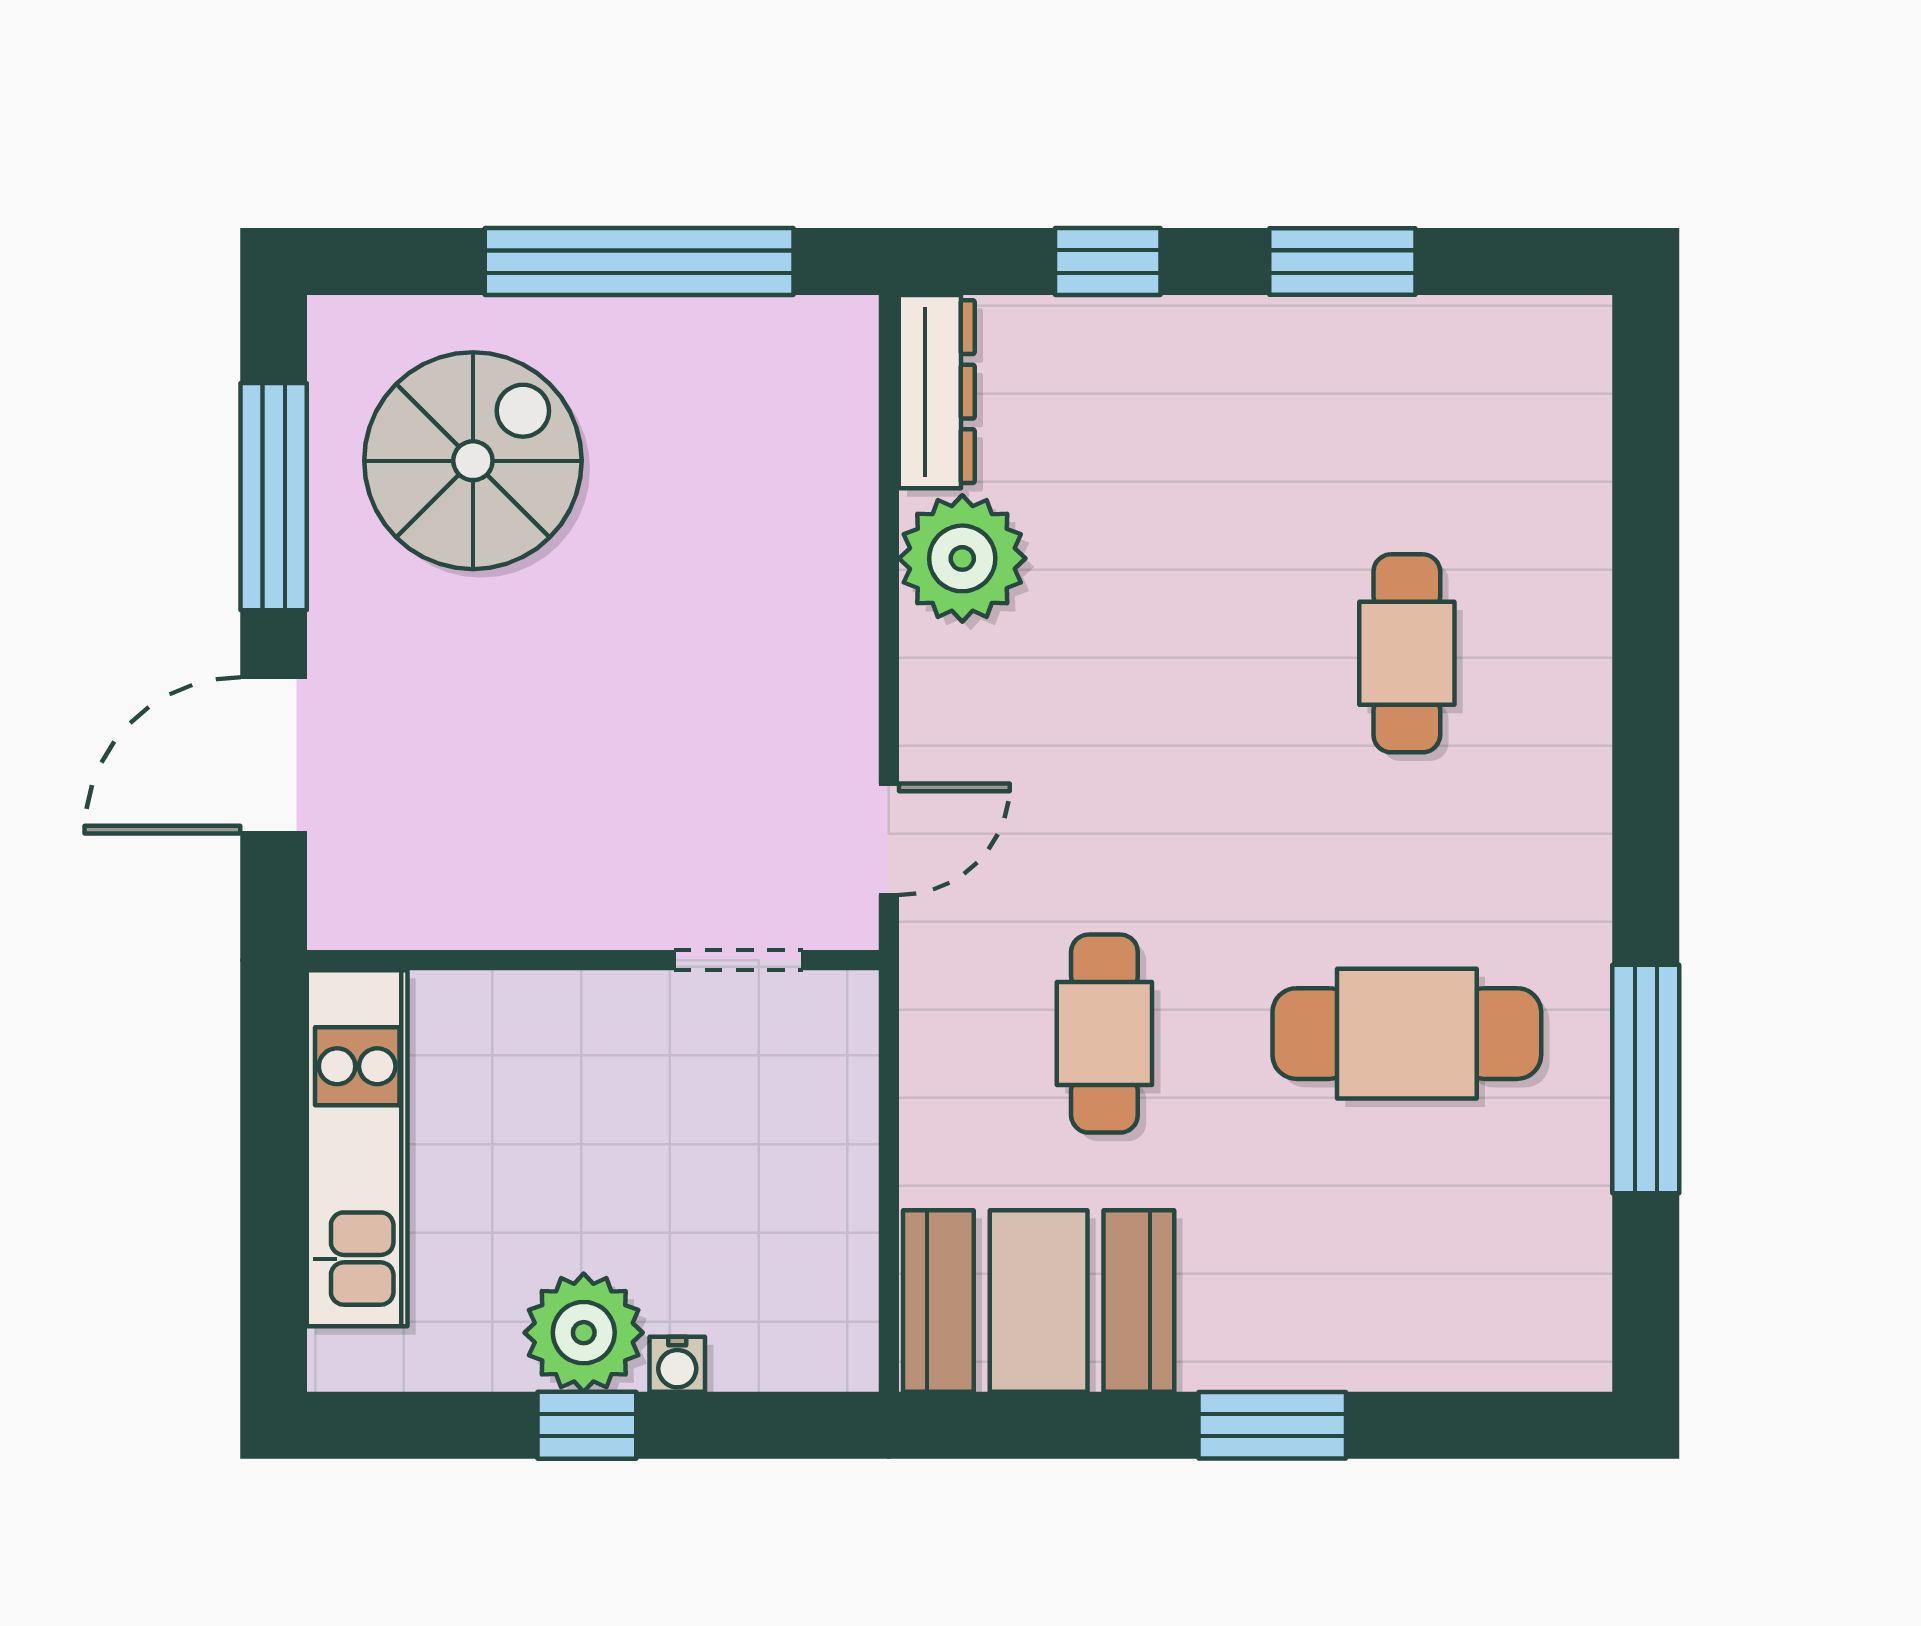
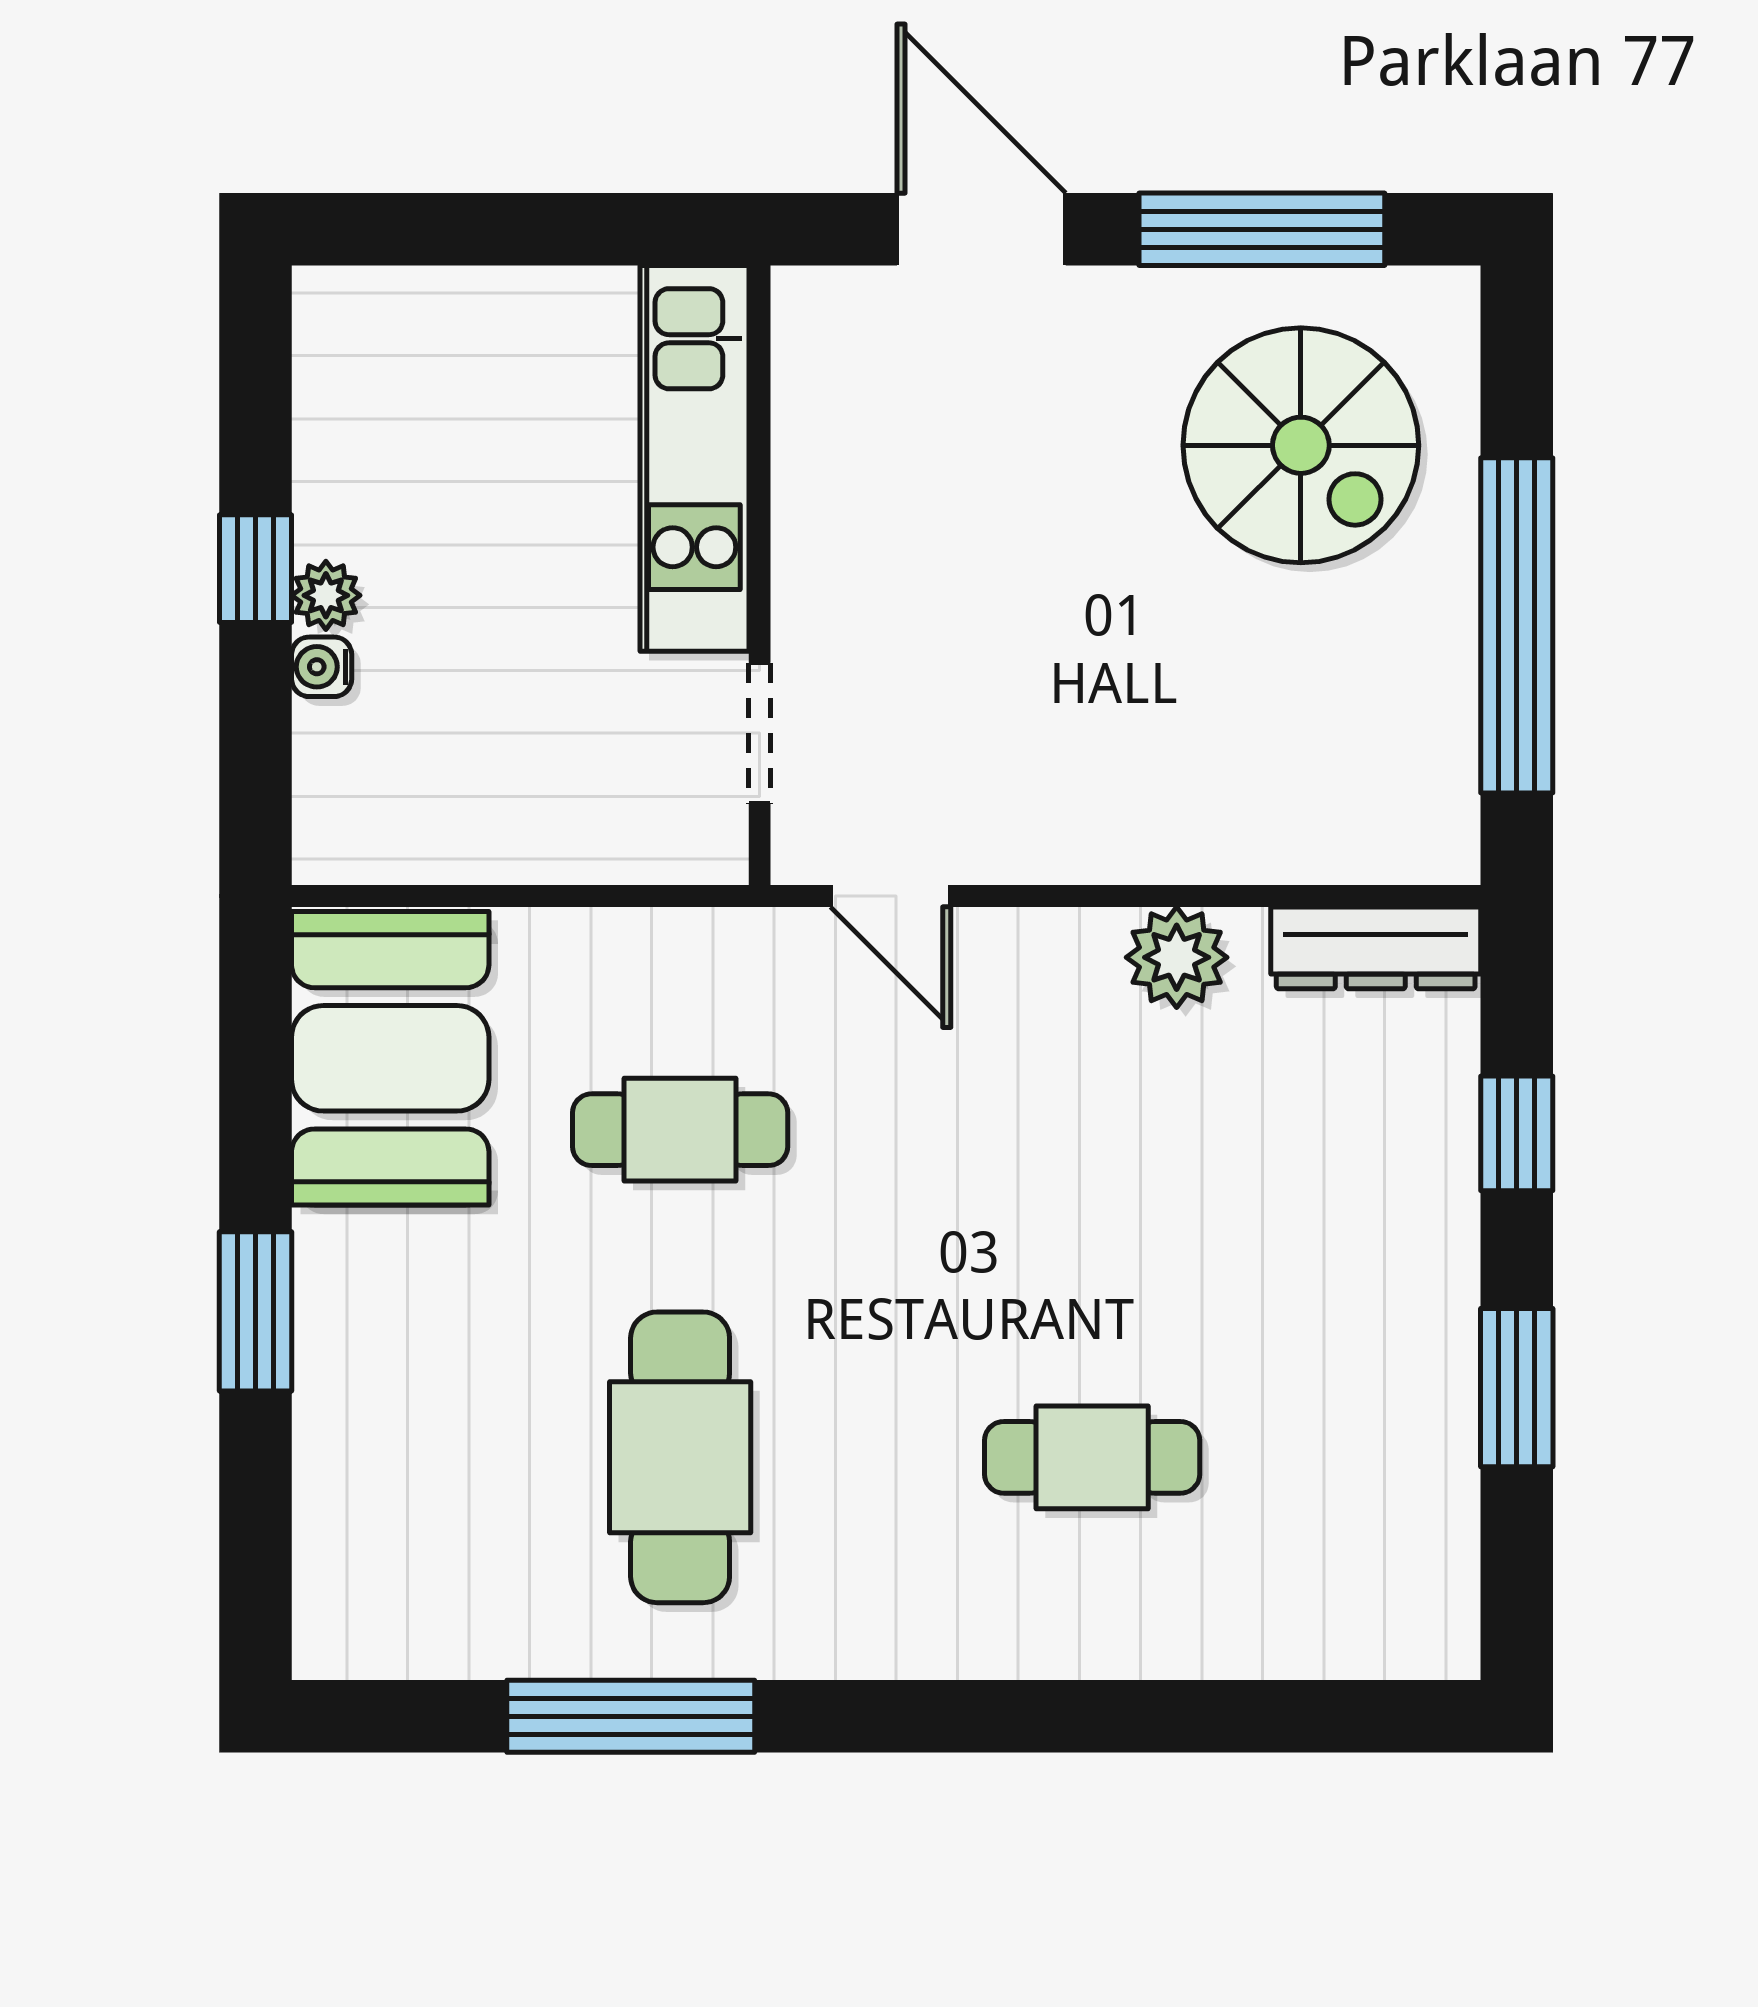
plant: (962, 558) -> (1177, 957), width x0.73, depth x0.73
kitchen unit: (357, 1148) -> (694, 458), moved, turned 90
plant: (584, 1333) -> (326, 595), width x0.53, depth x0.53

